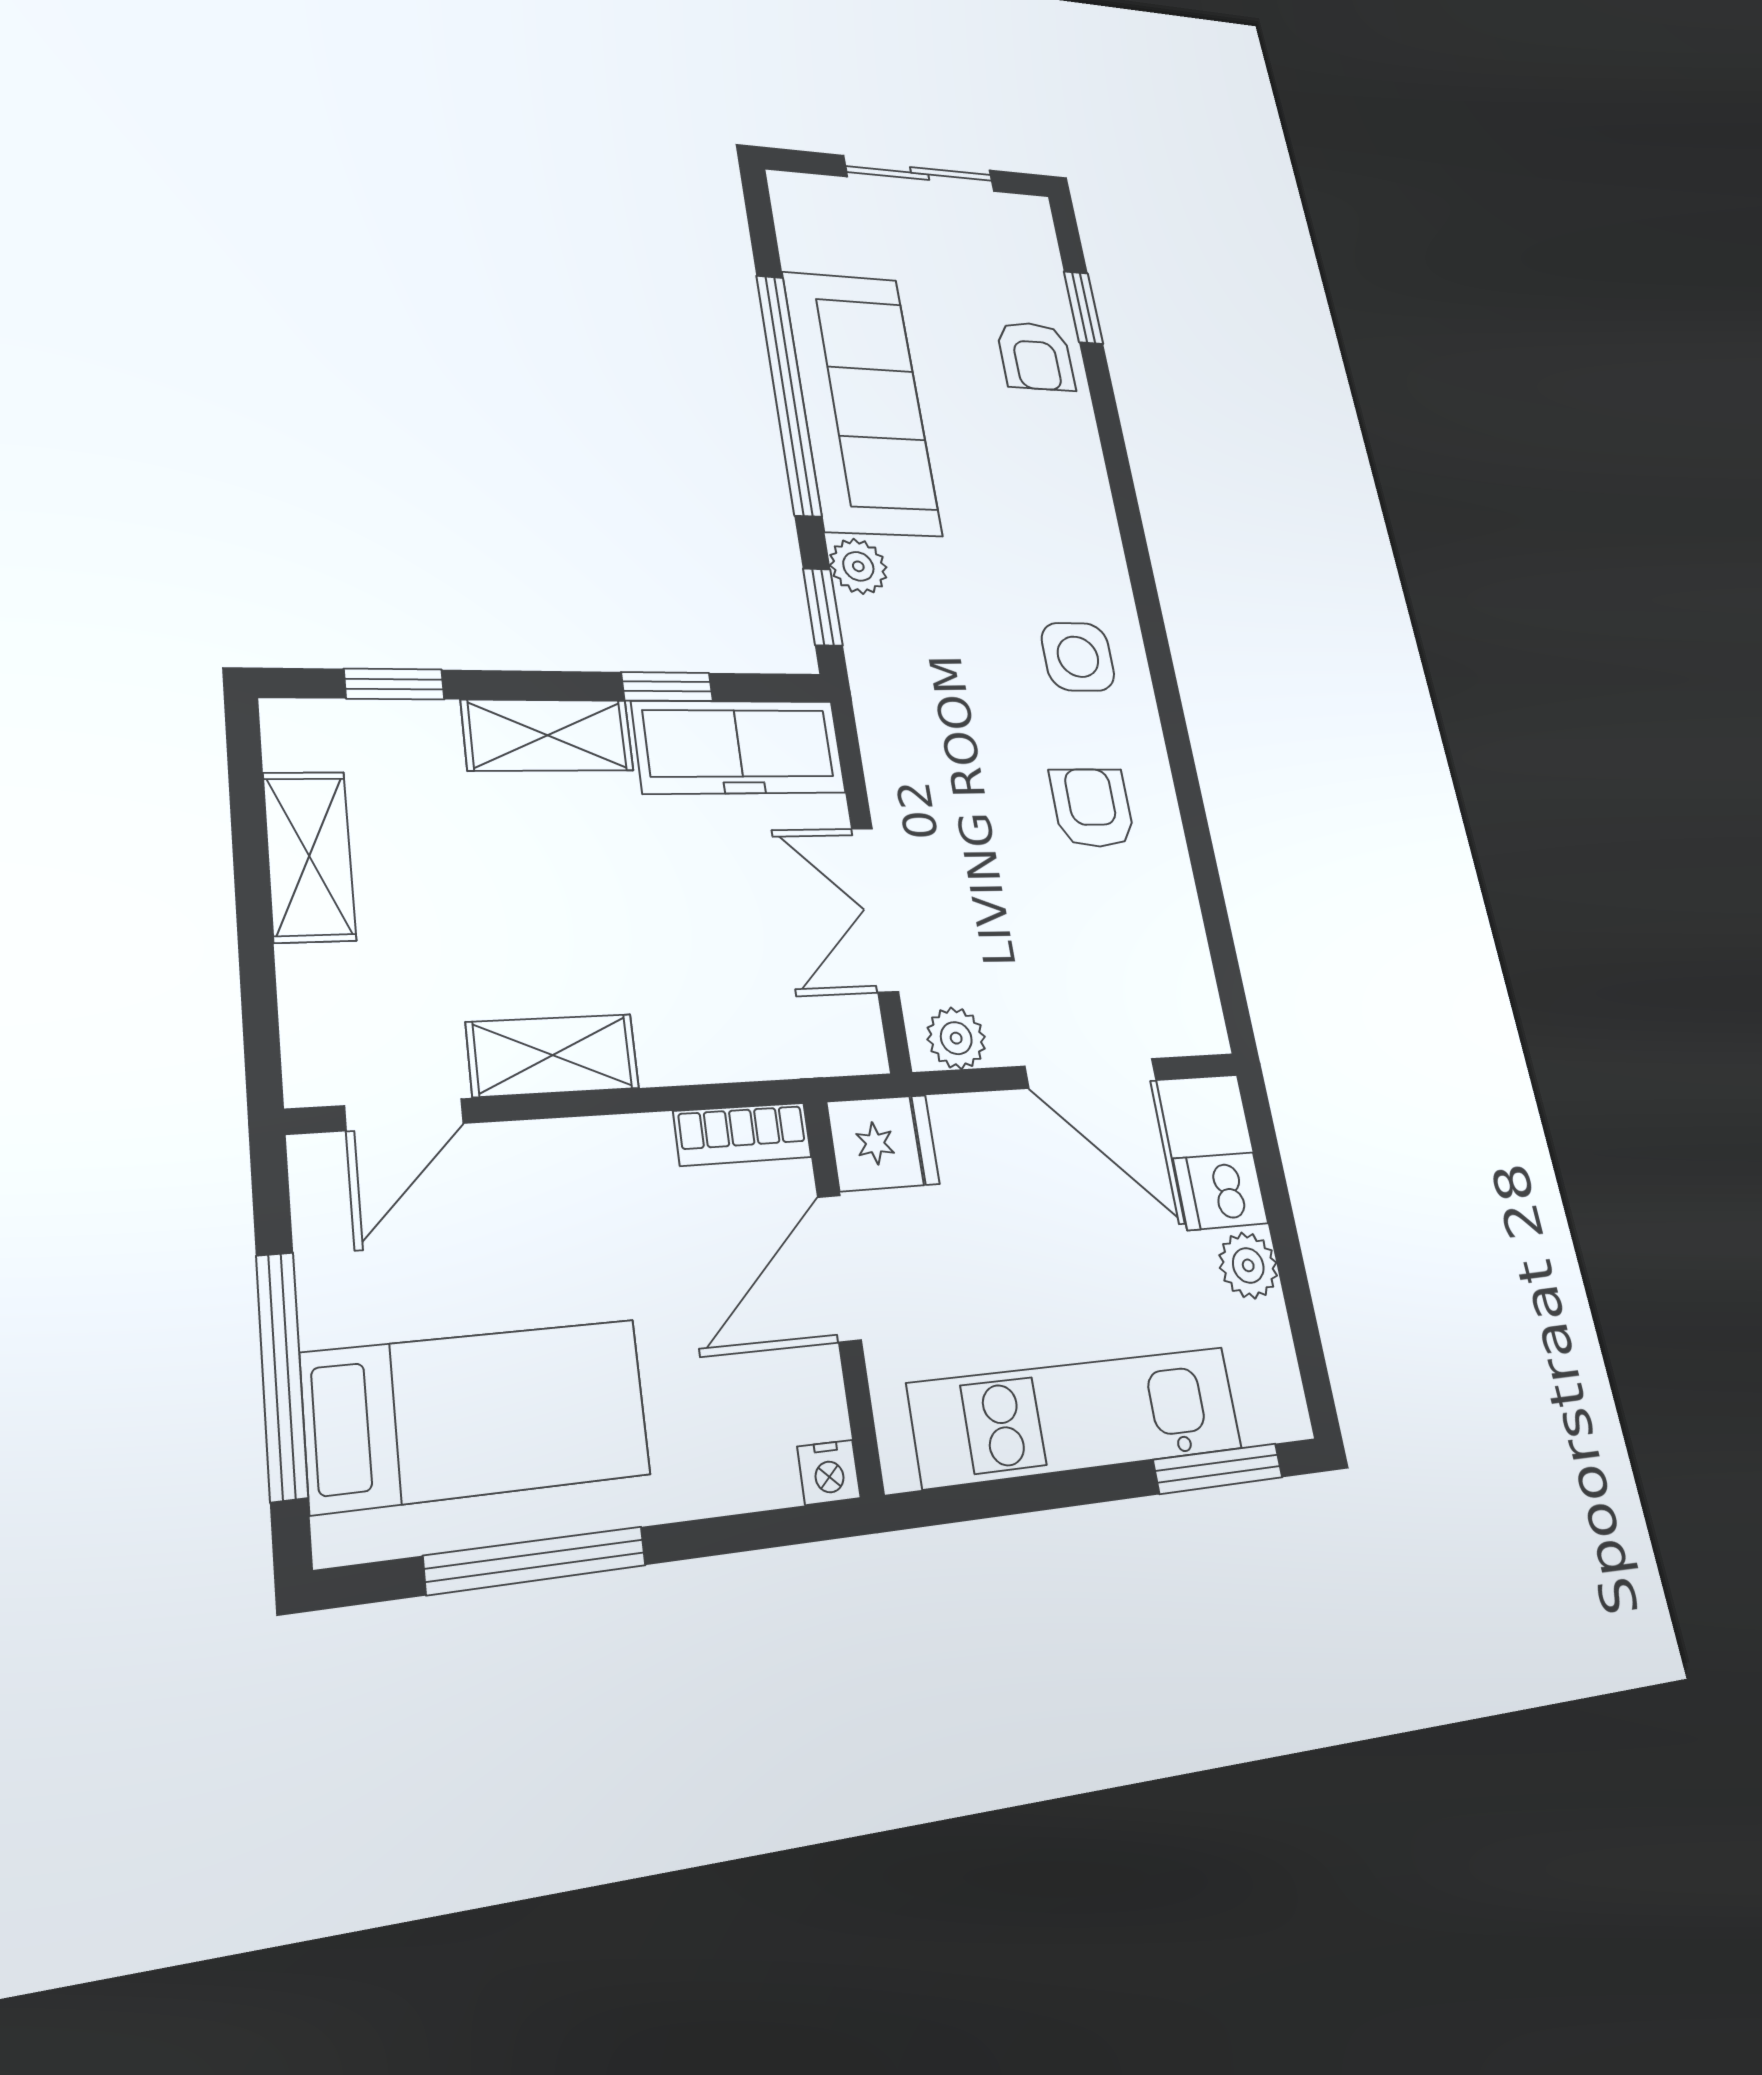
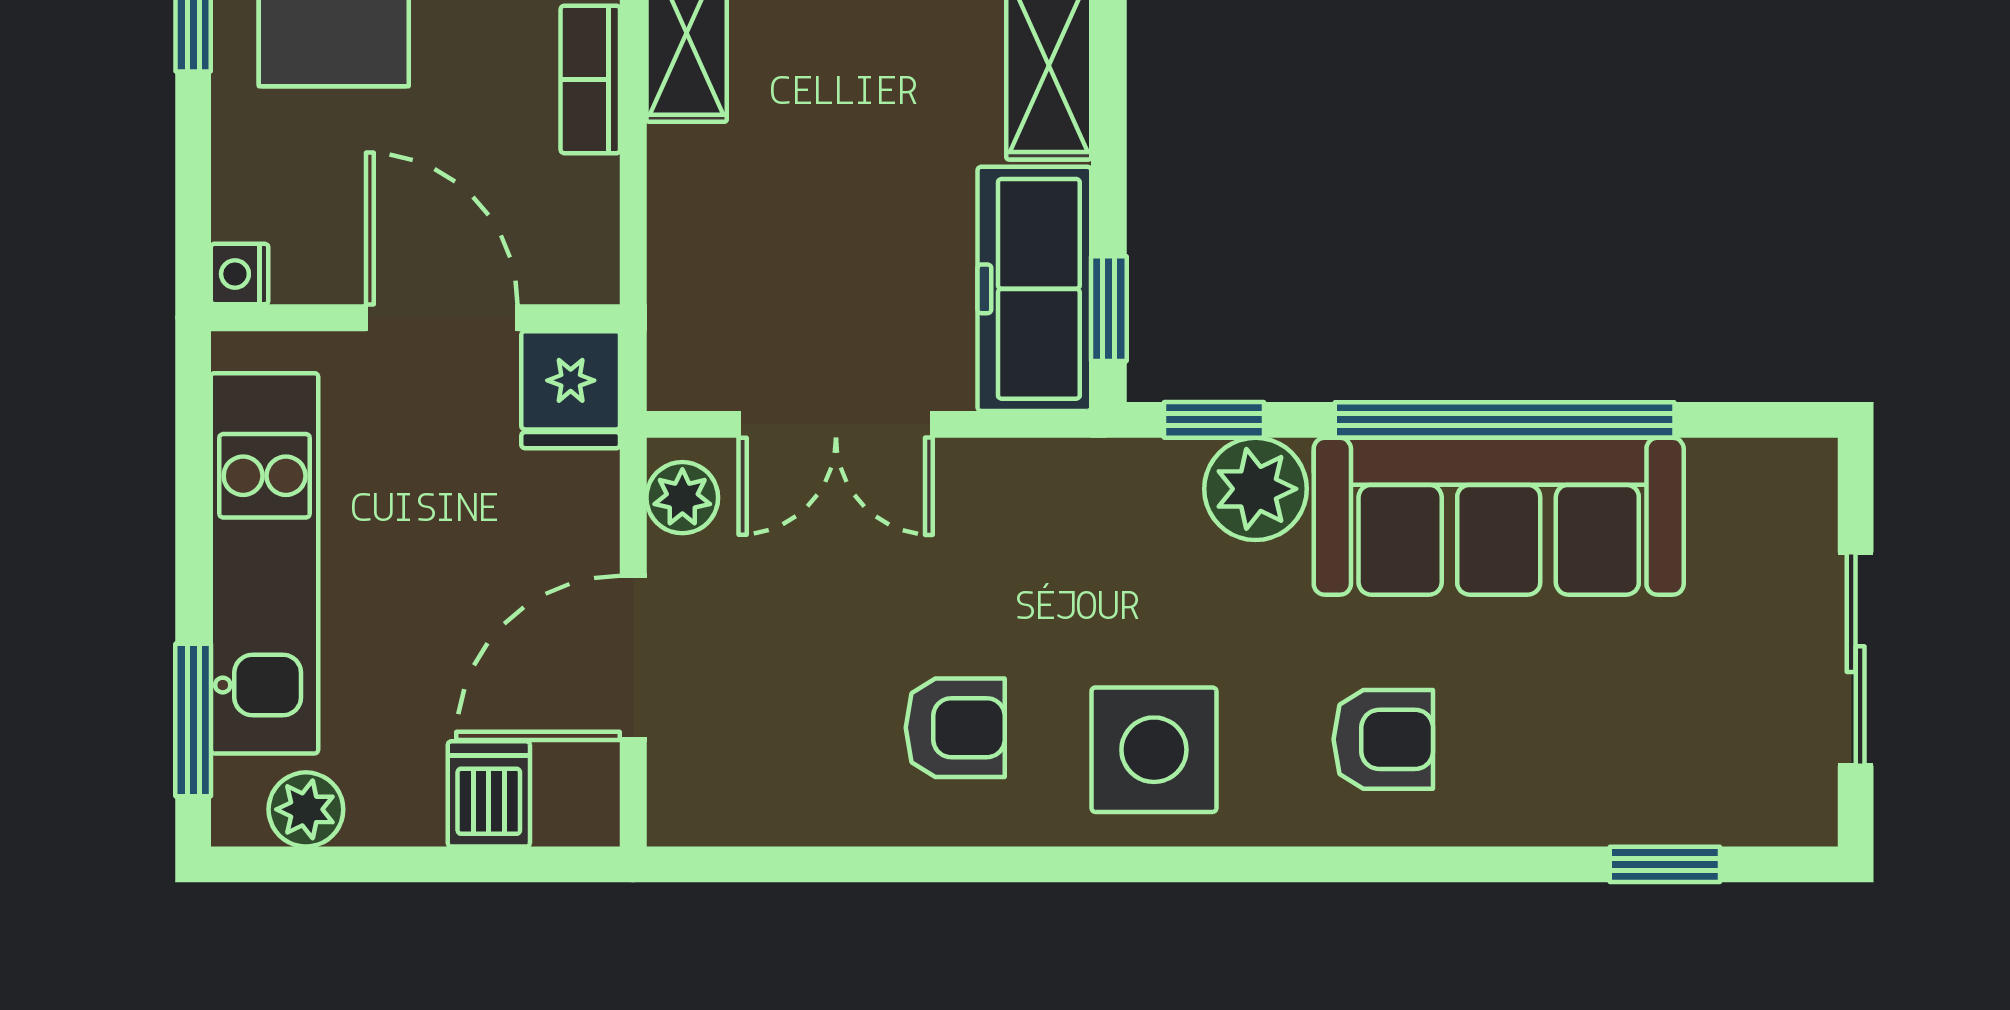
armchair: (1036, 356) -> (1383, 739), moved, turned 180
plant: (858, 566) -> (1256, 489), width x1.38, depth x1.38
side table: (1078, 657) -> (1154, 750), width x1.37, depth x1.37
window: (667, 687) -> (1109, 309), moved
double door: (875, 909) -> (836, 424), swing flipped
bookcase: (743, 1134) -> (590, 79), moved
plant: (1248, 1265) -> (306, 809), moved

